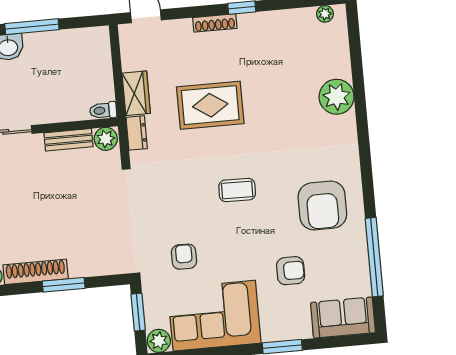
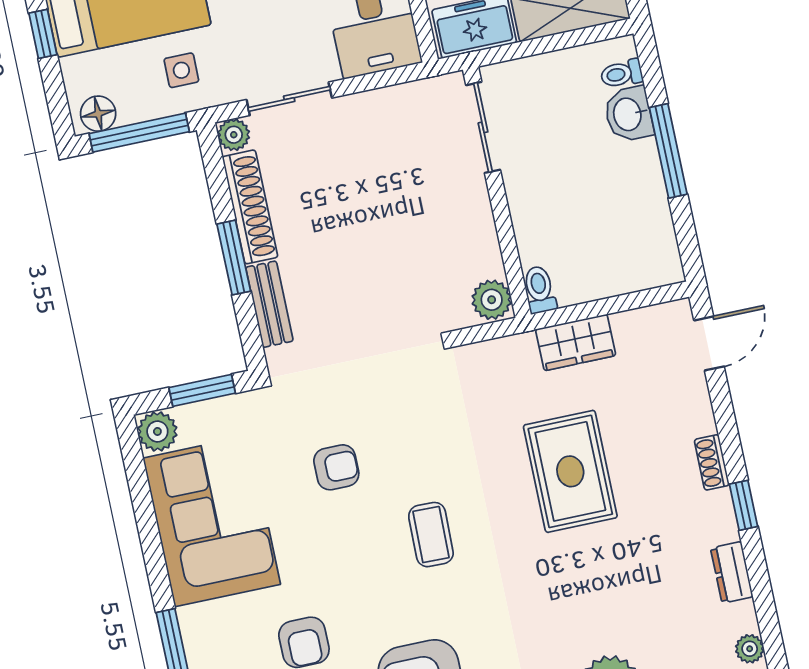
shoe rack: (215, 23) -> (712, 462), width x0.70
dresser: (137, 133) -> (732, 572), moved, turned 90
bench: (68, 140) -> (269, 304), moved
armchair: (184, 257) -> (336, 467), moved

